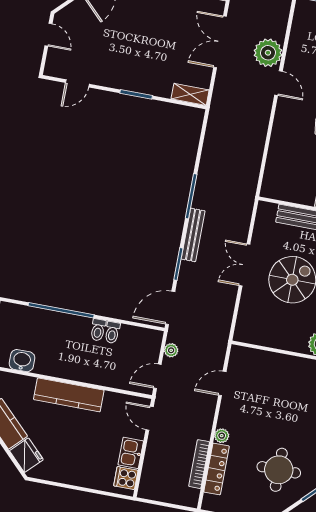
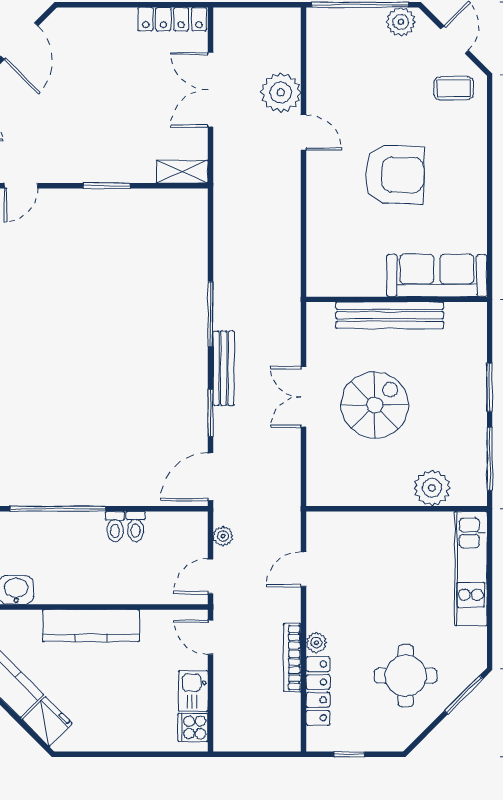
bookcase: (199, 464) -> (292, 658), moved

